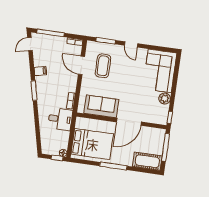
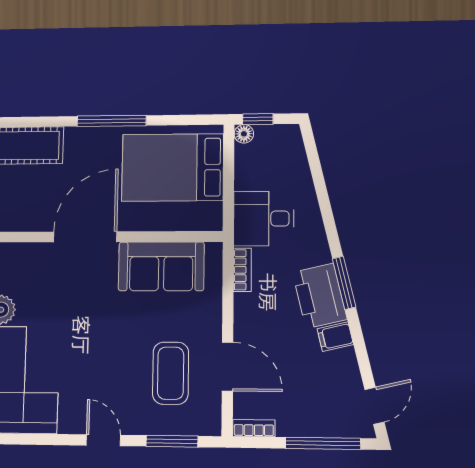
printer: (44, 87) -> (320, 296), added

